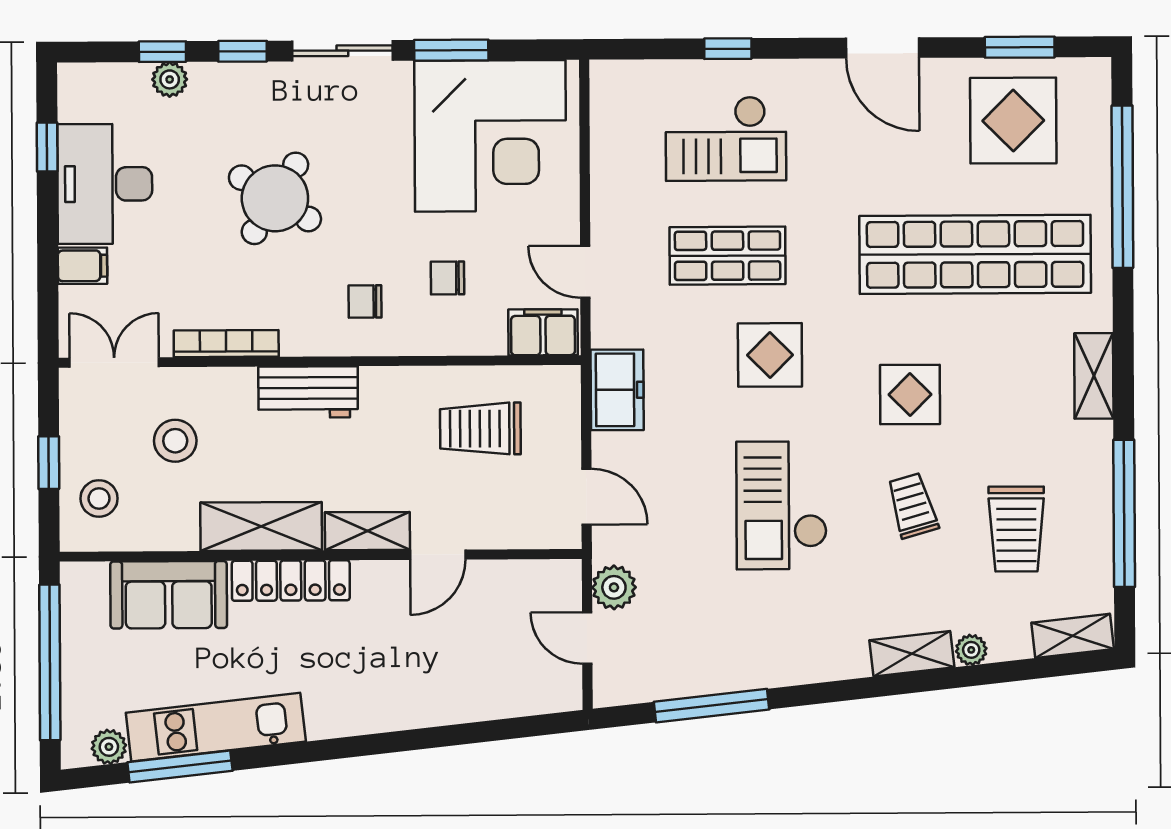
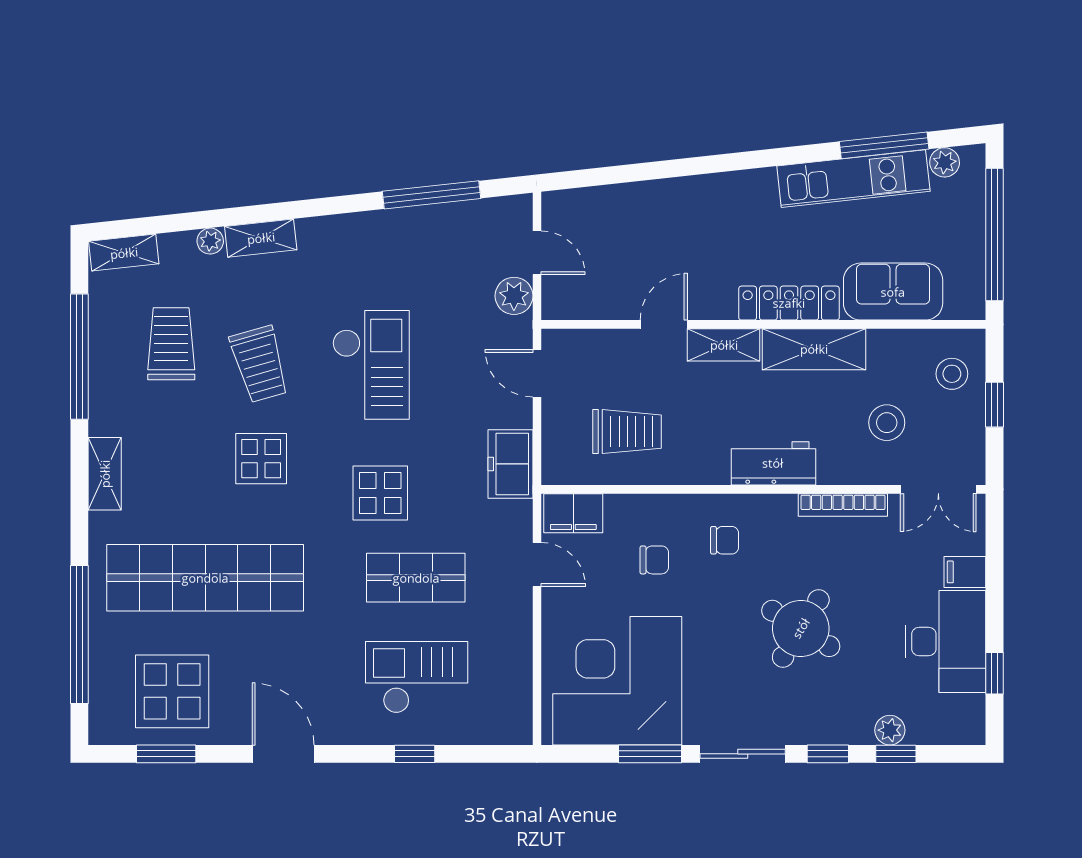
trolley: (913, 506) -> (260, 364), width x1.36, depth x1.39

